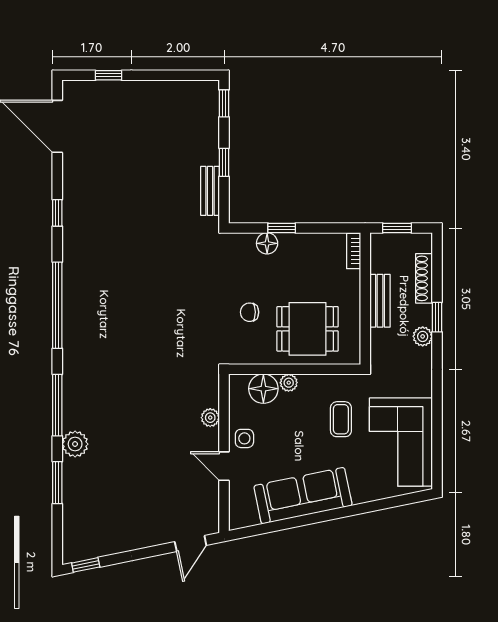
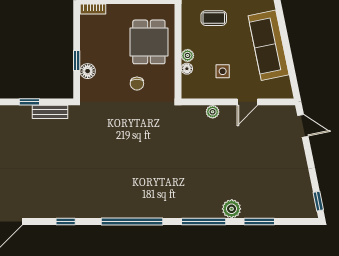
floor lamp: (263, 389) -> (187, 69), width x0.53, depth x0.53
side table: (244, 438) -> (223, 71), moved

